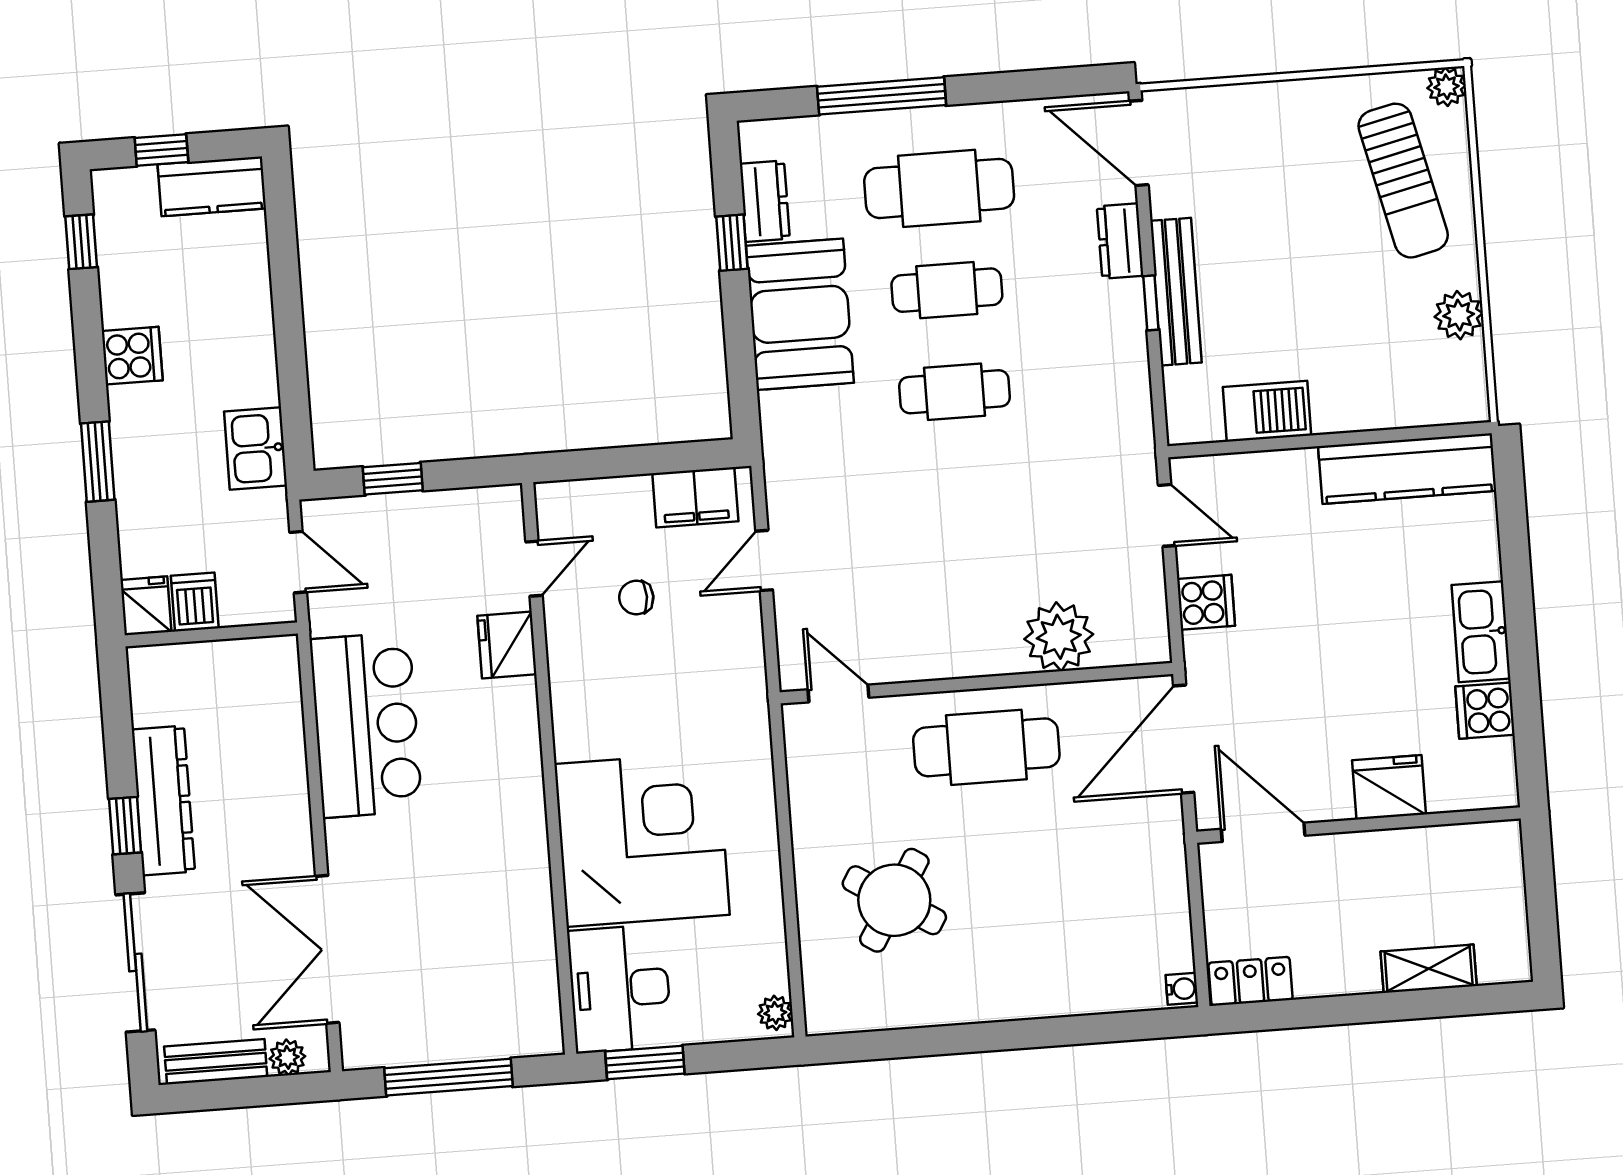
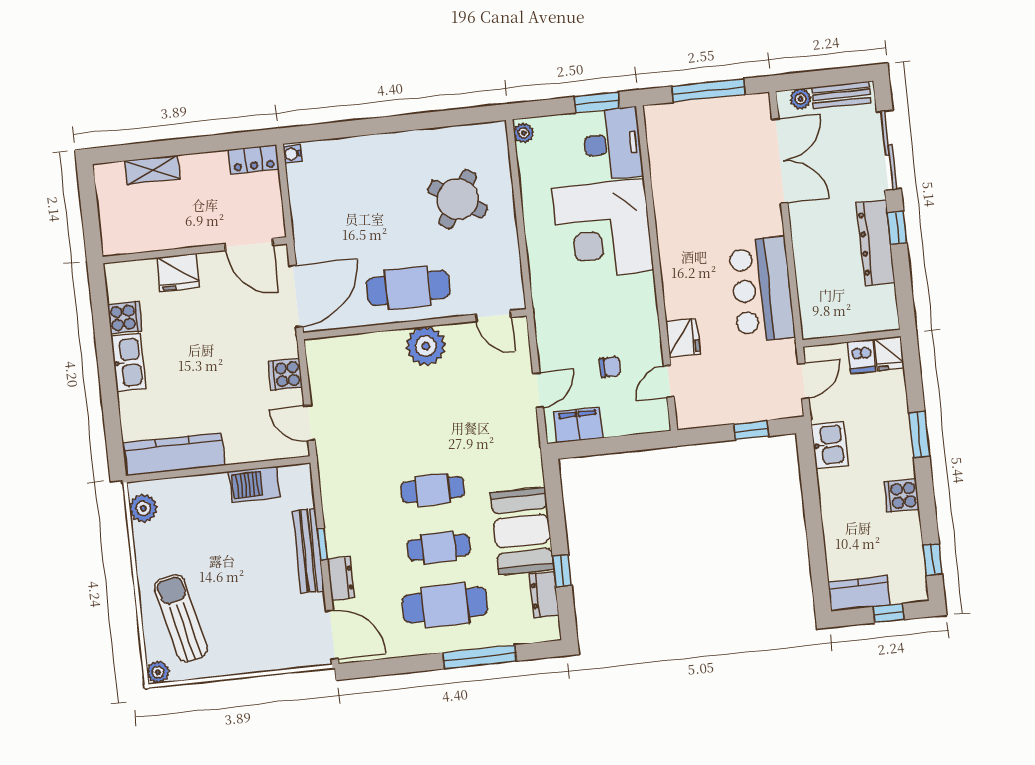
plant: (1459, 315) -> (143, 508), moved
door: (298, 562) -> (803, 381), swing flipped
plant: (1059, 637) -> (426, 346), moved

